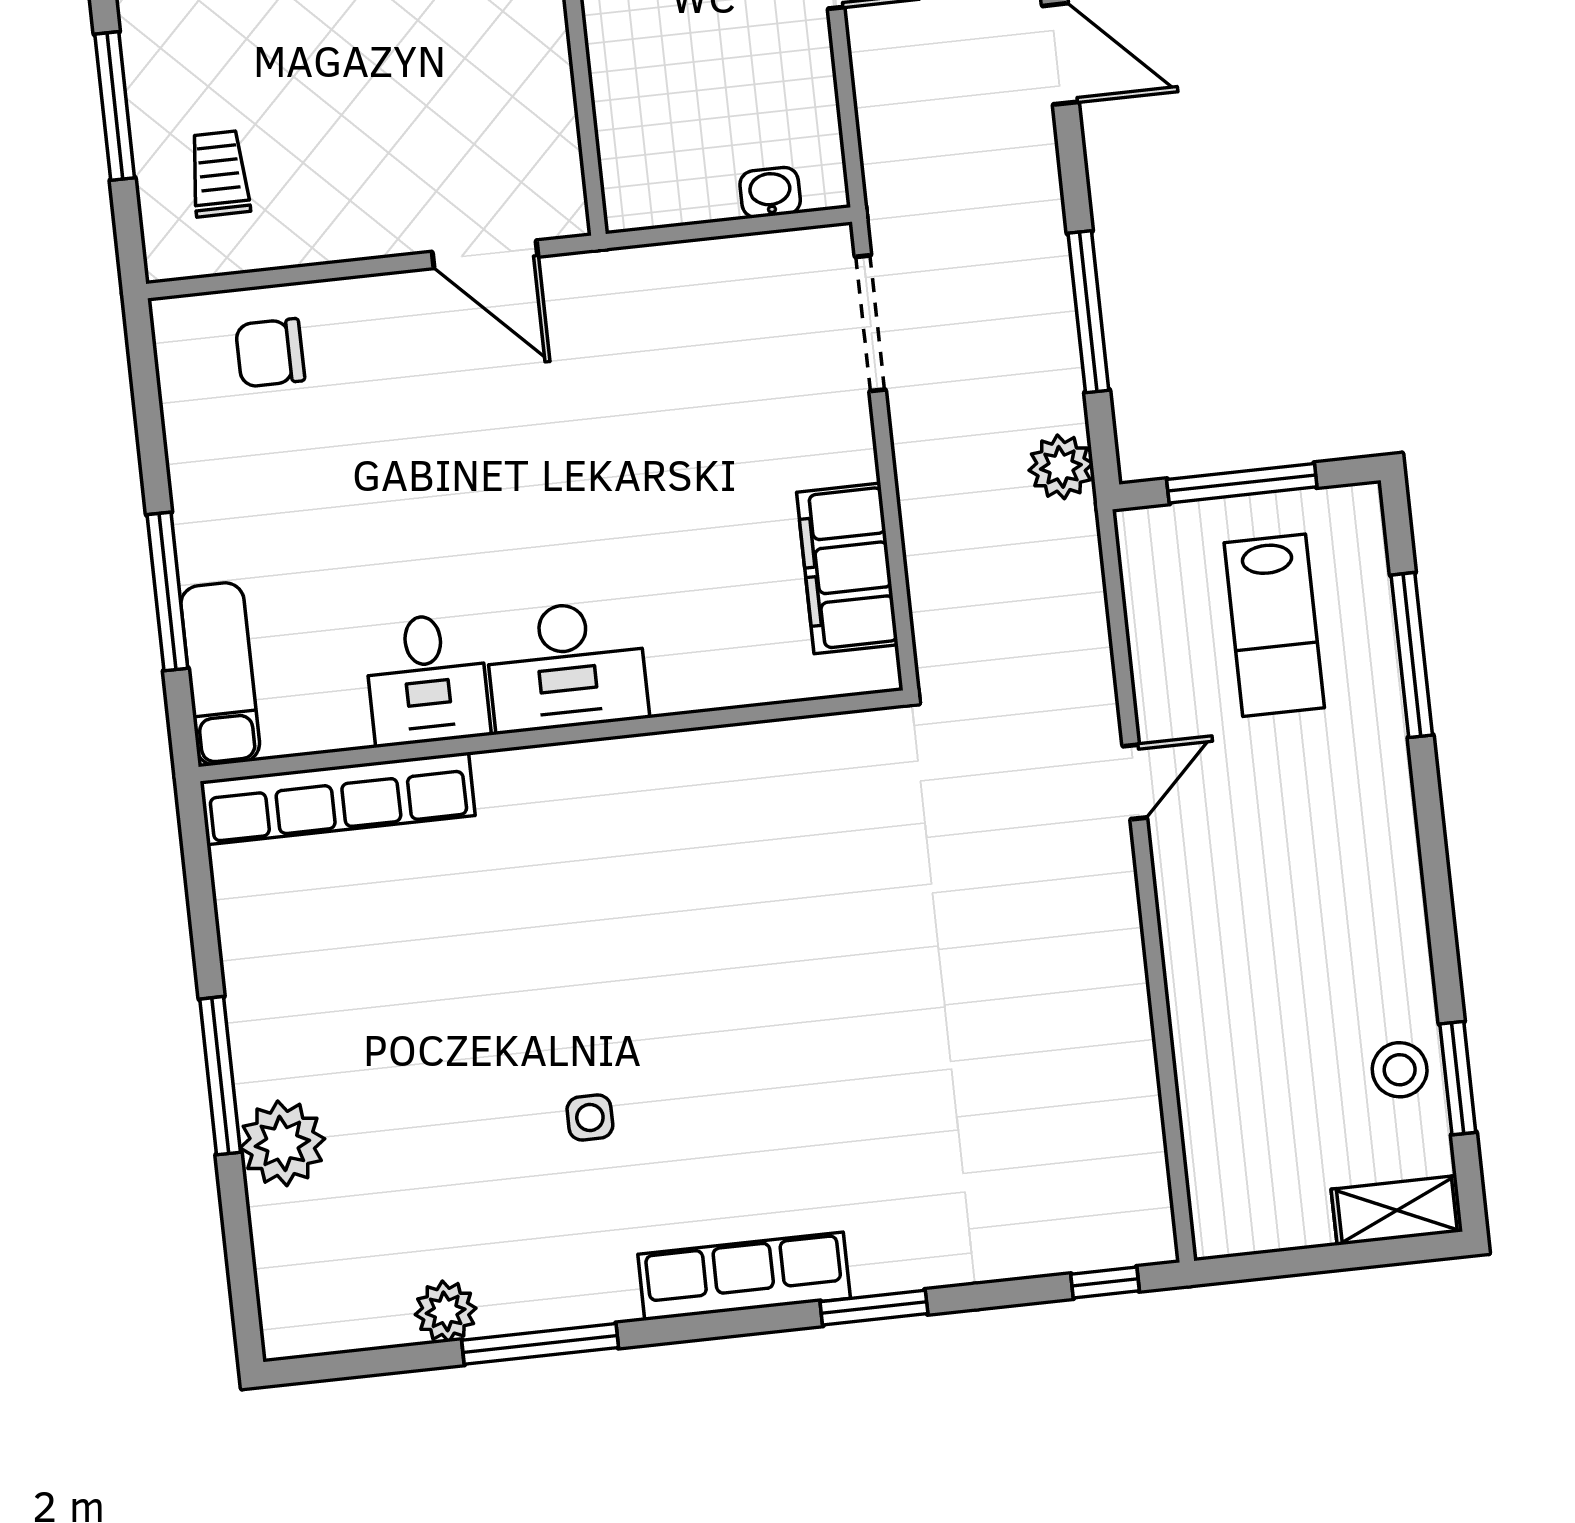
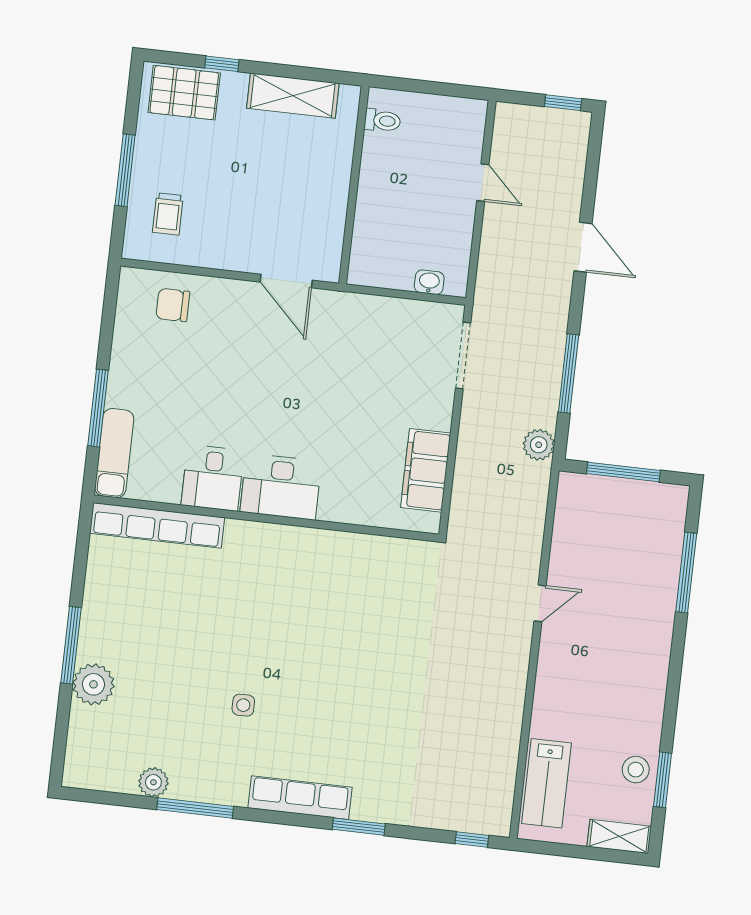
trolley: (219, 174) -> (168, 214), turned 180
lab bench: (1274, 625) -> (547, 783), moved

